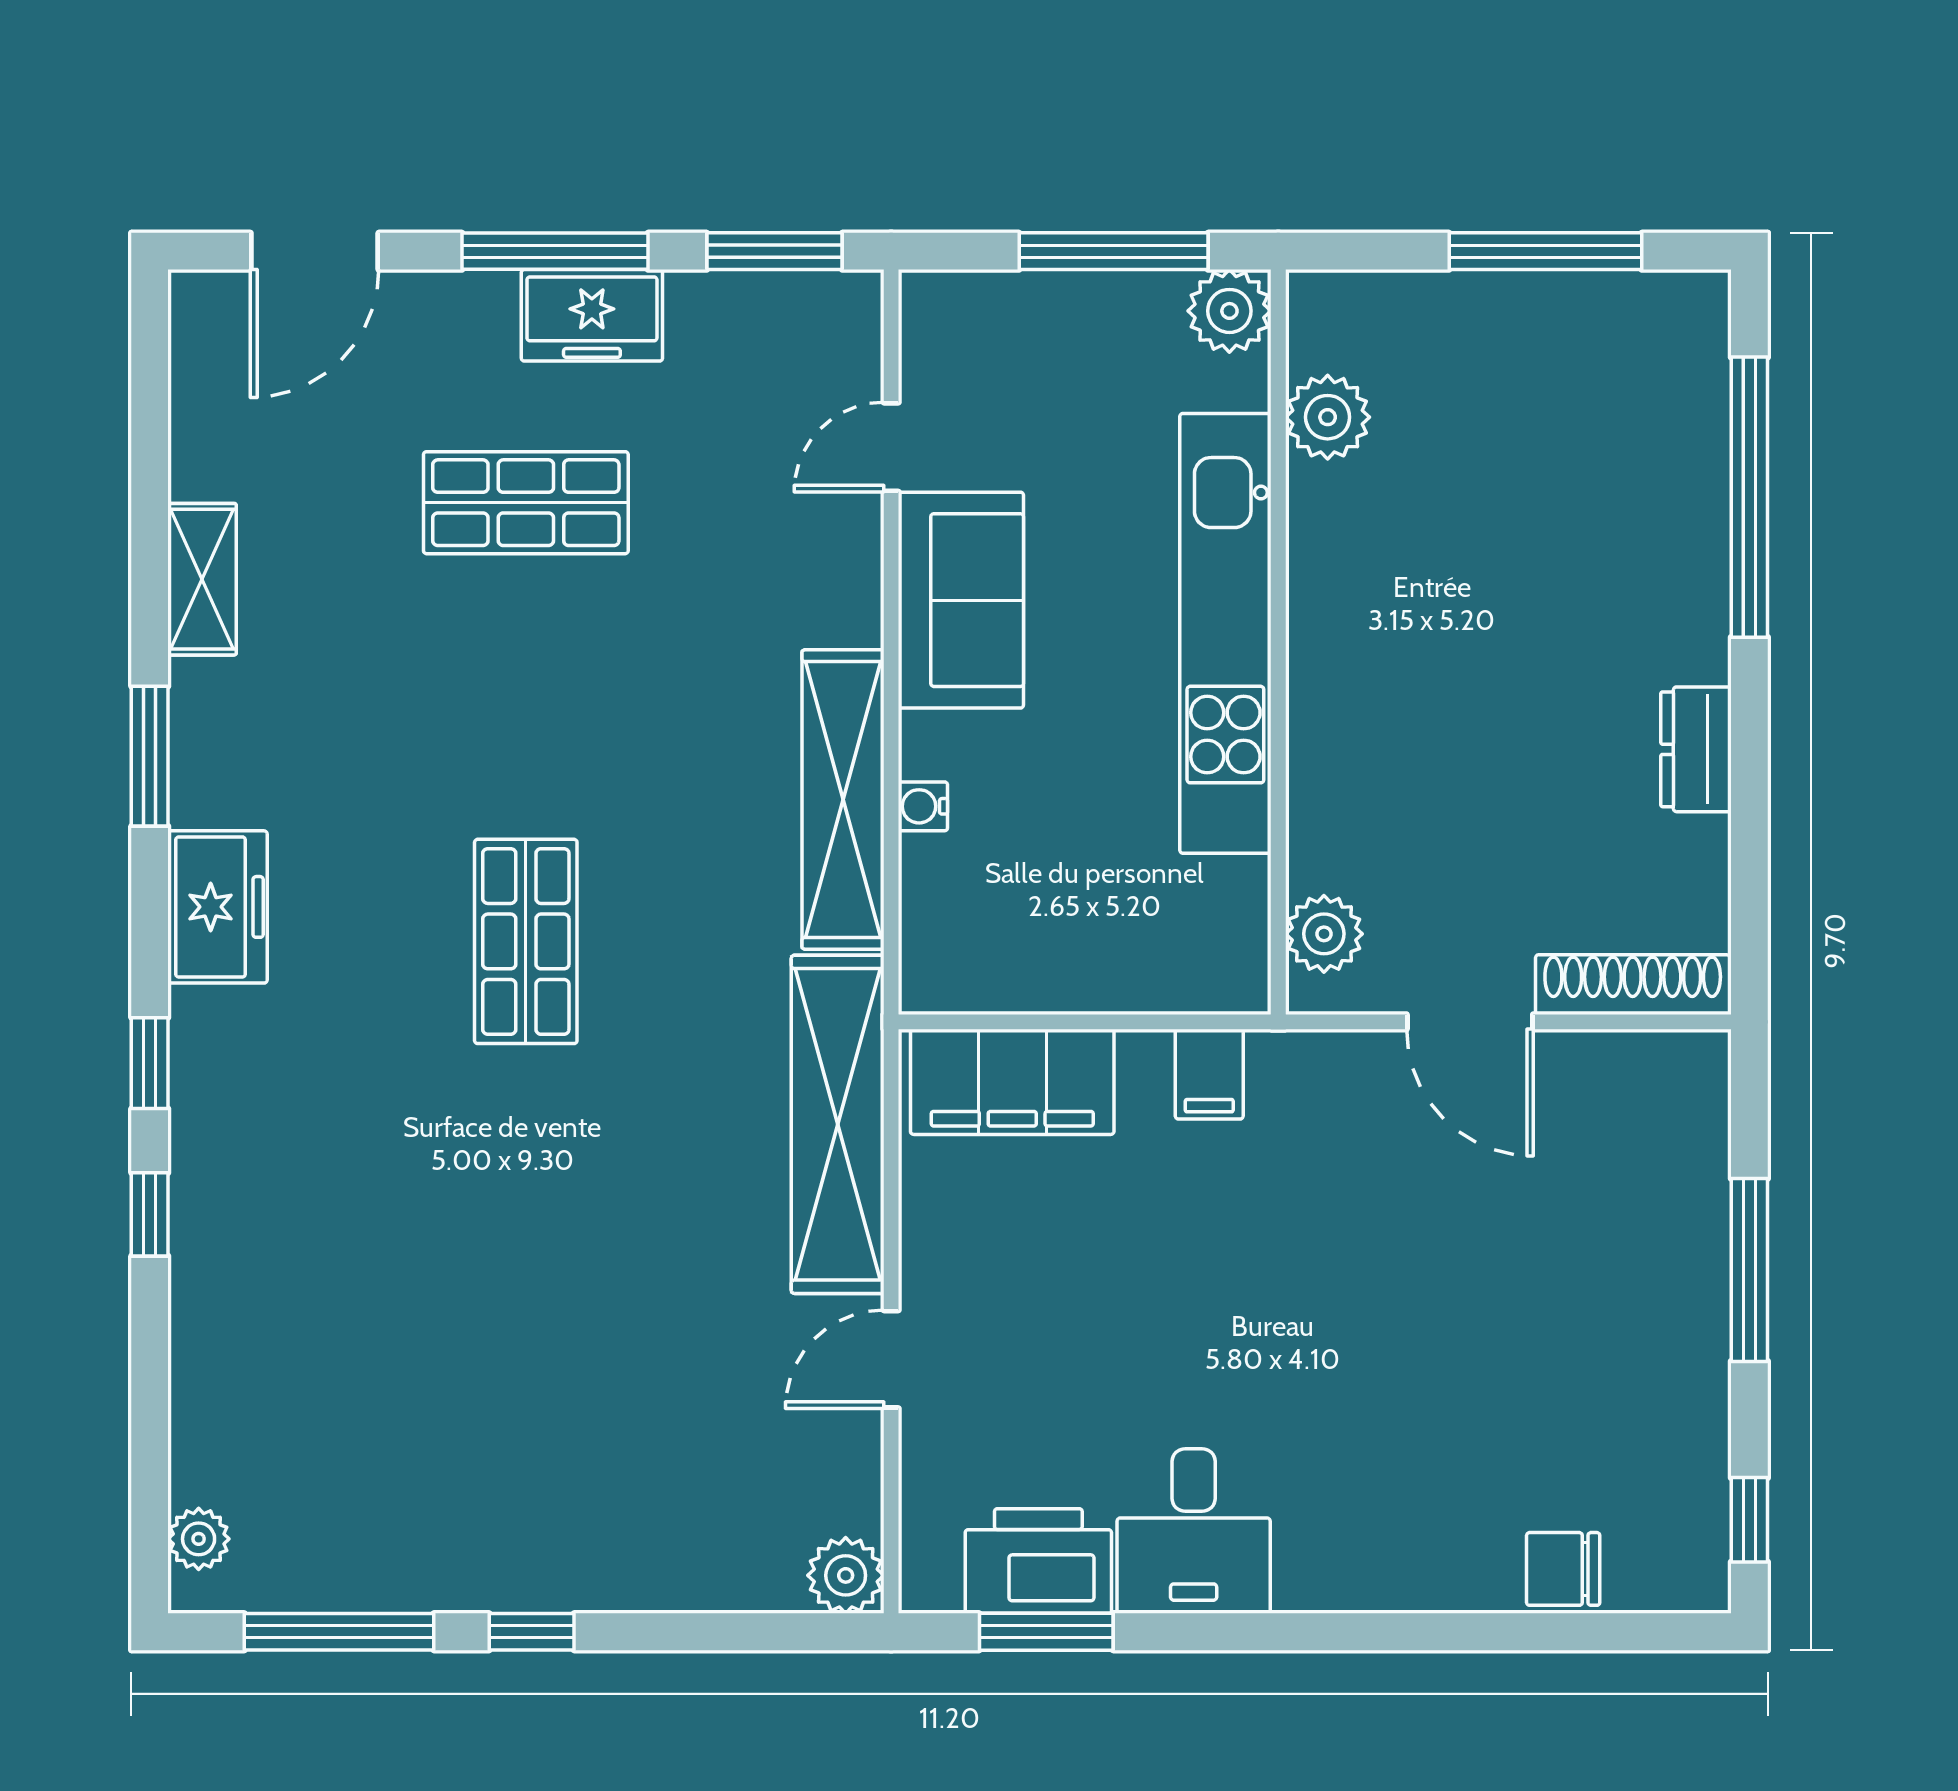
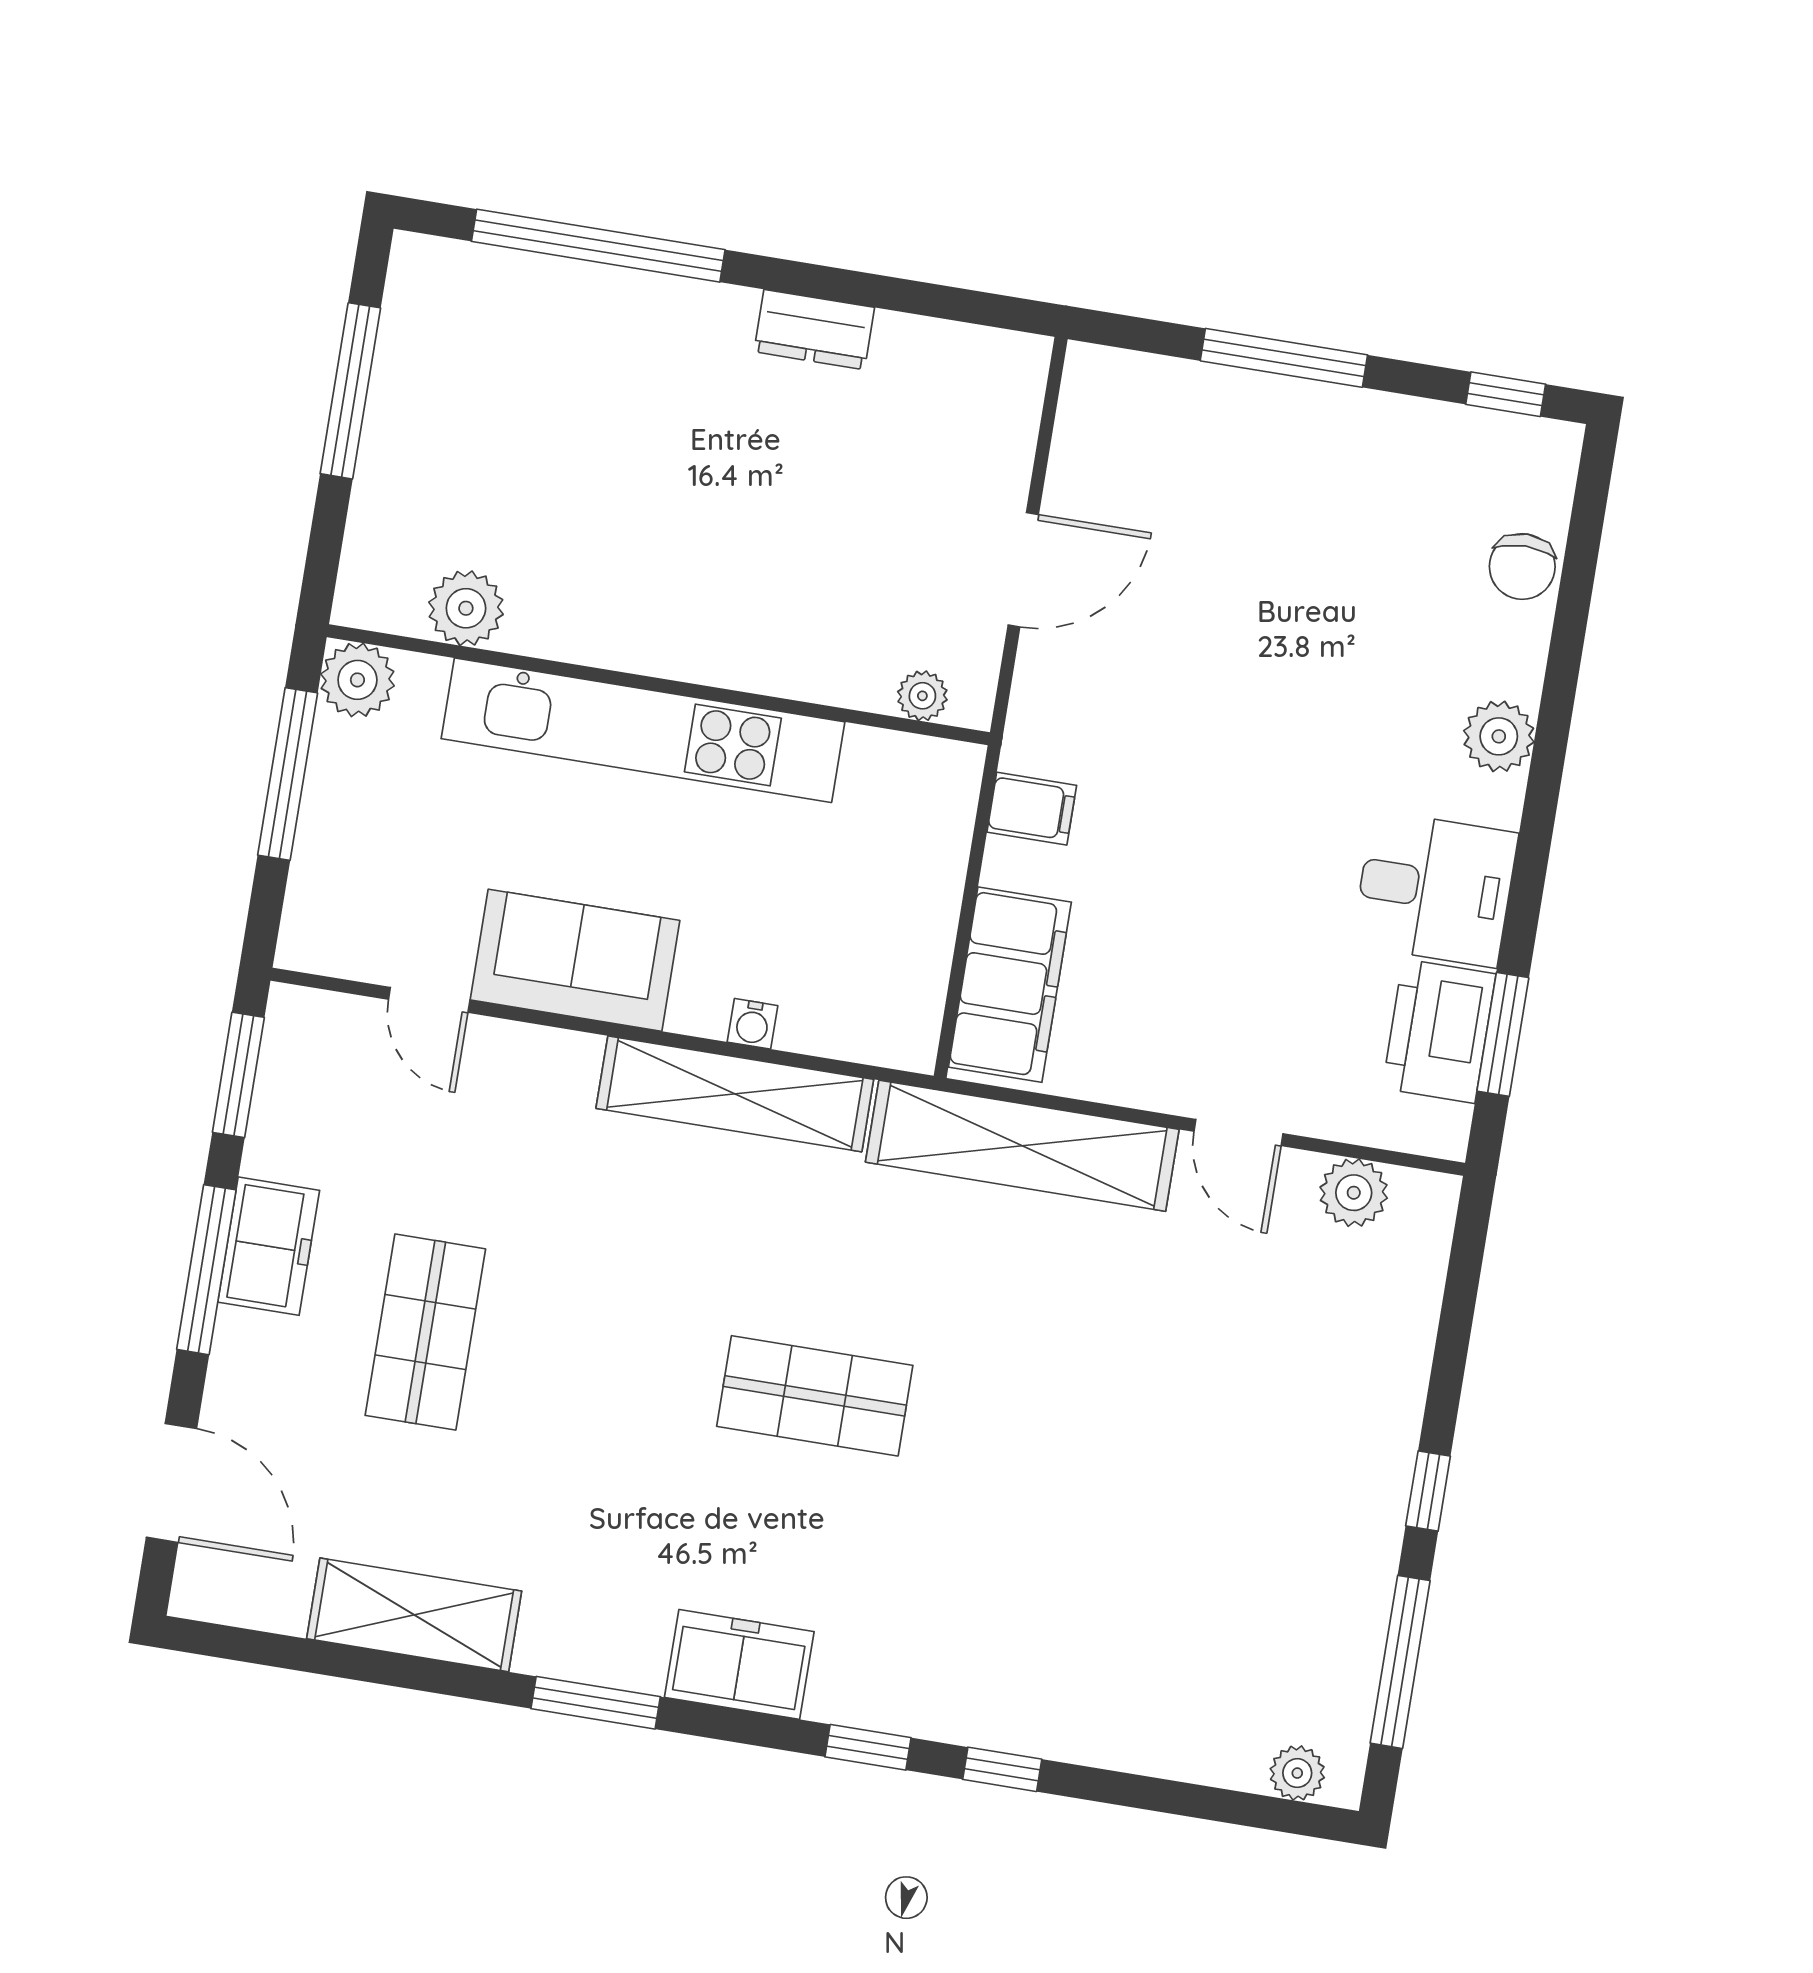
shelving: (202, 579) -> (414, 1615), width x1.50, depth x1.33
plant: (1324, 934) -> (922, 696), width x0.73, depth x0.73
shoe rack: (1633, 985) -> (1014, 420), removed
plant: (1373, 1574) -> (1499, 736), added
plant: (846, 1575) -> (1354, 1193), moved

